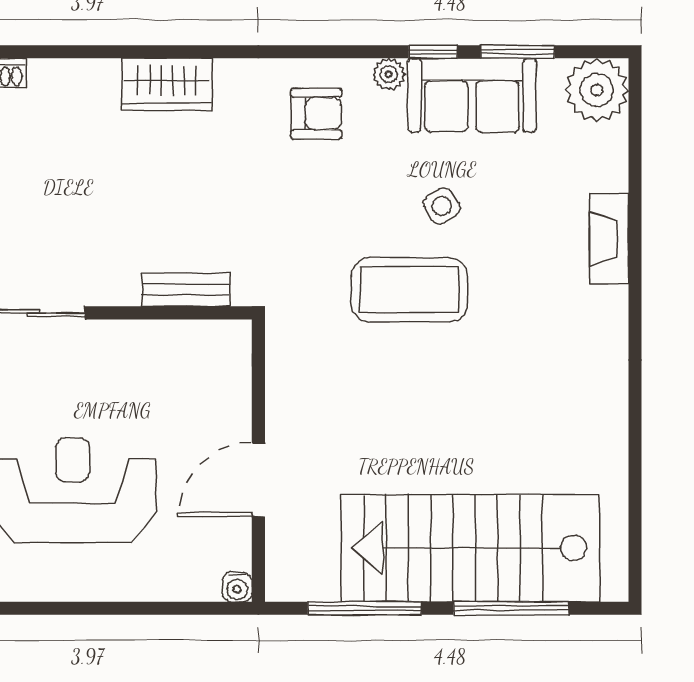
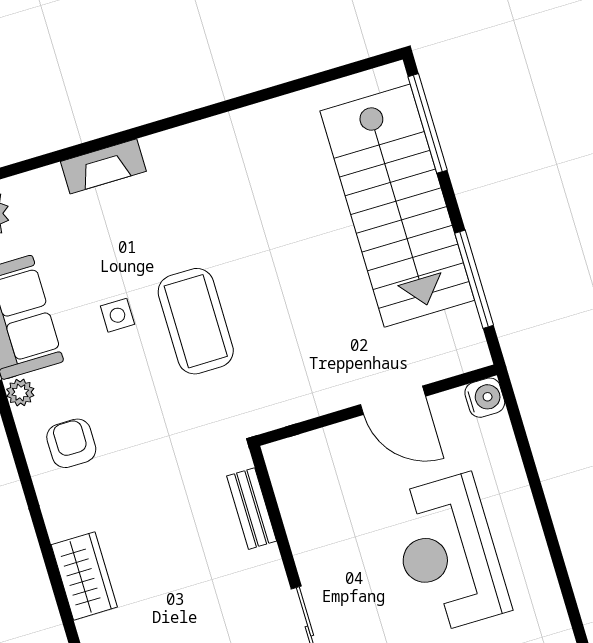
side table: (442, 206) -> (117, 315), turned 33
water cooler: (237, 587) -> (485, 398), width x1.38, depth x1.38
window: (511, 608) -> (428, 123), moved

